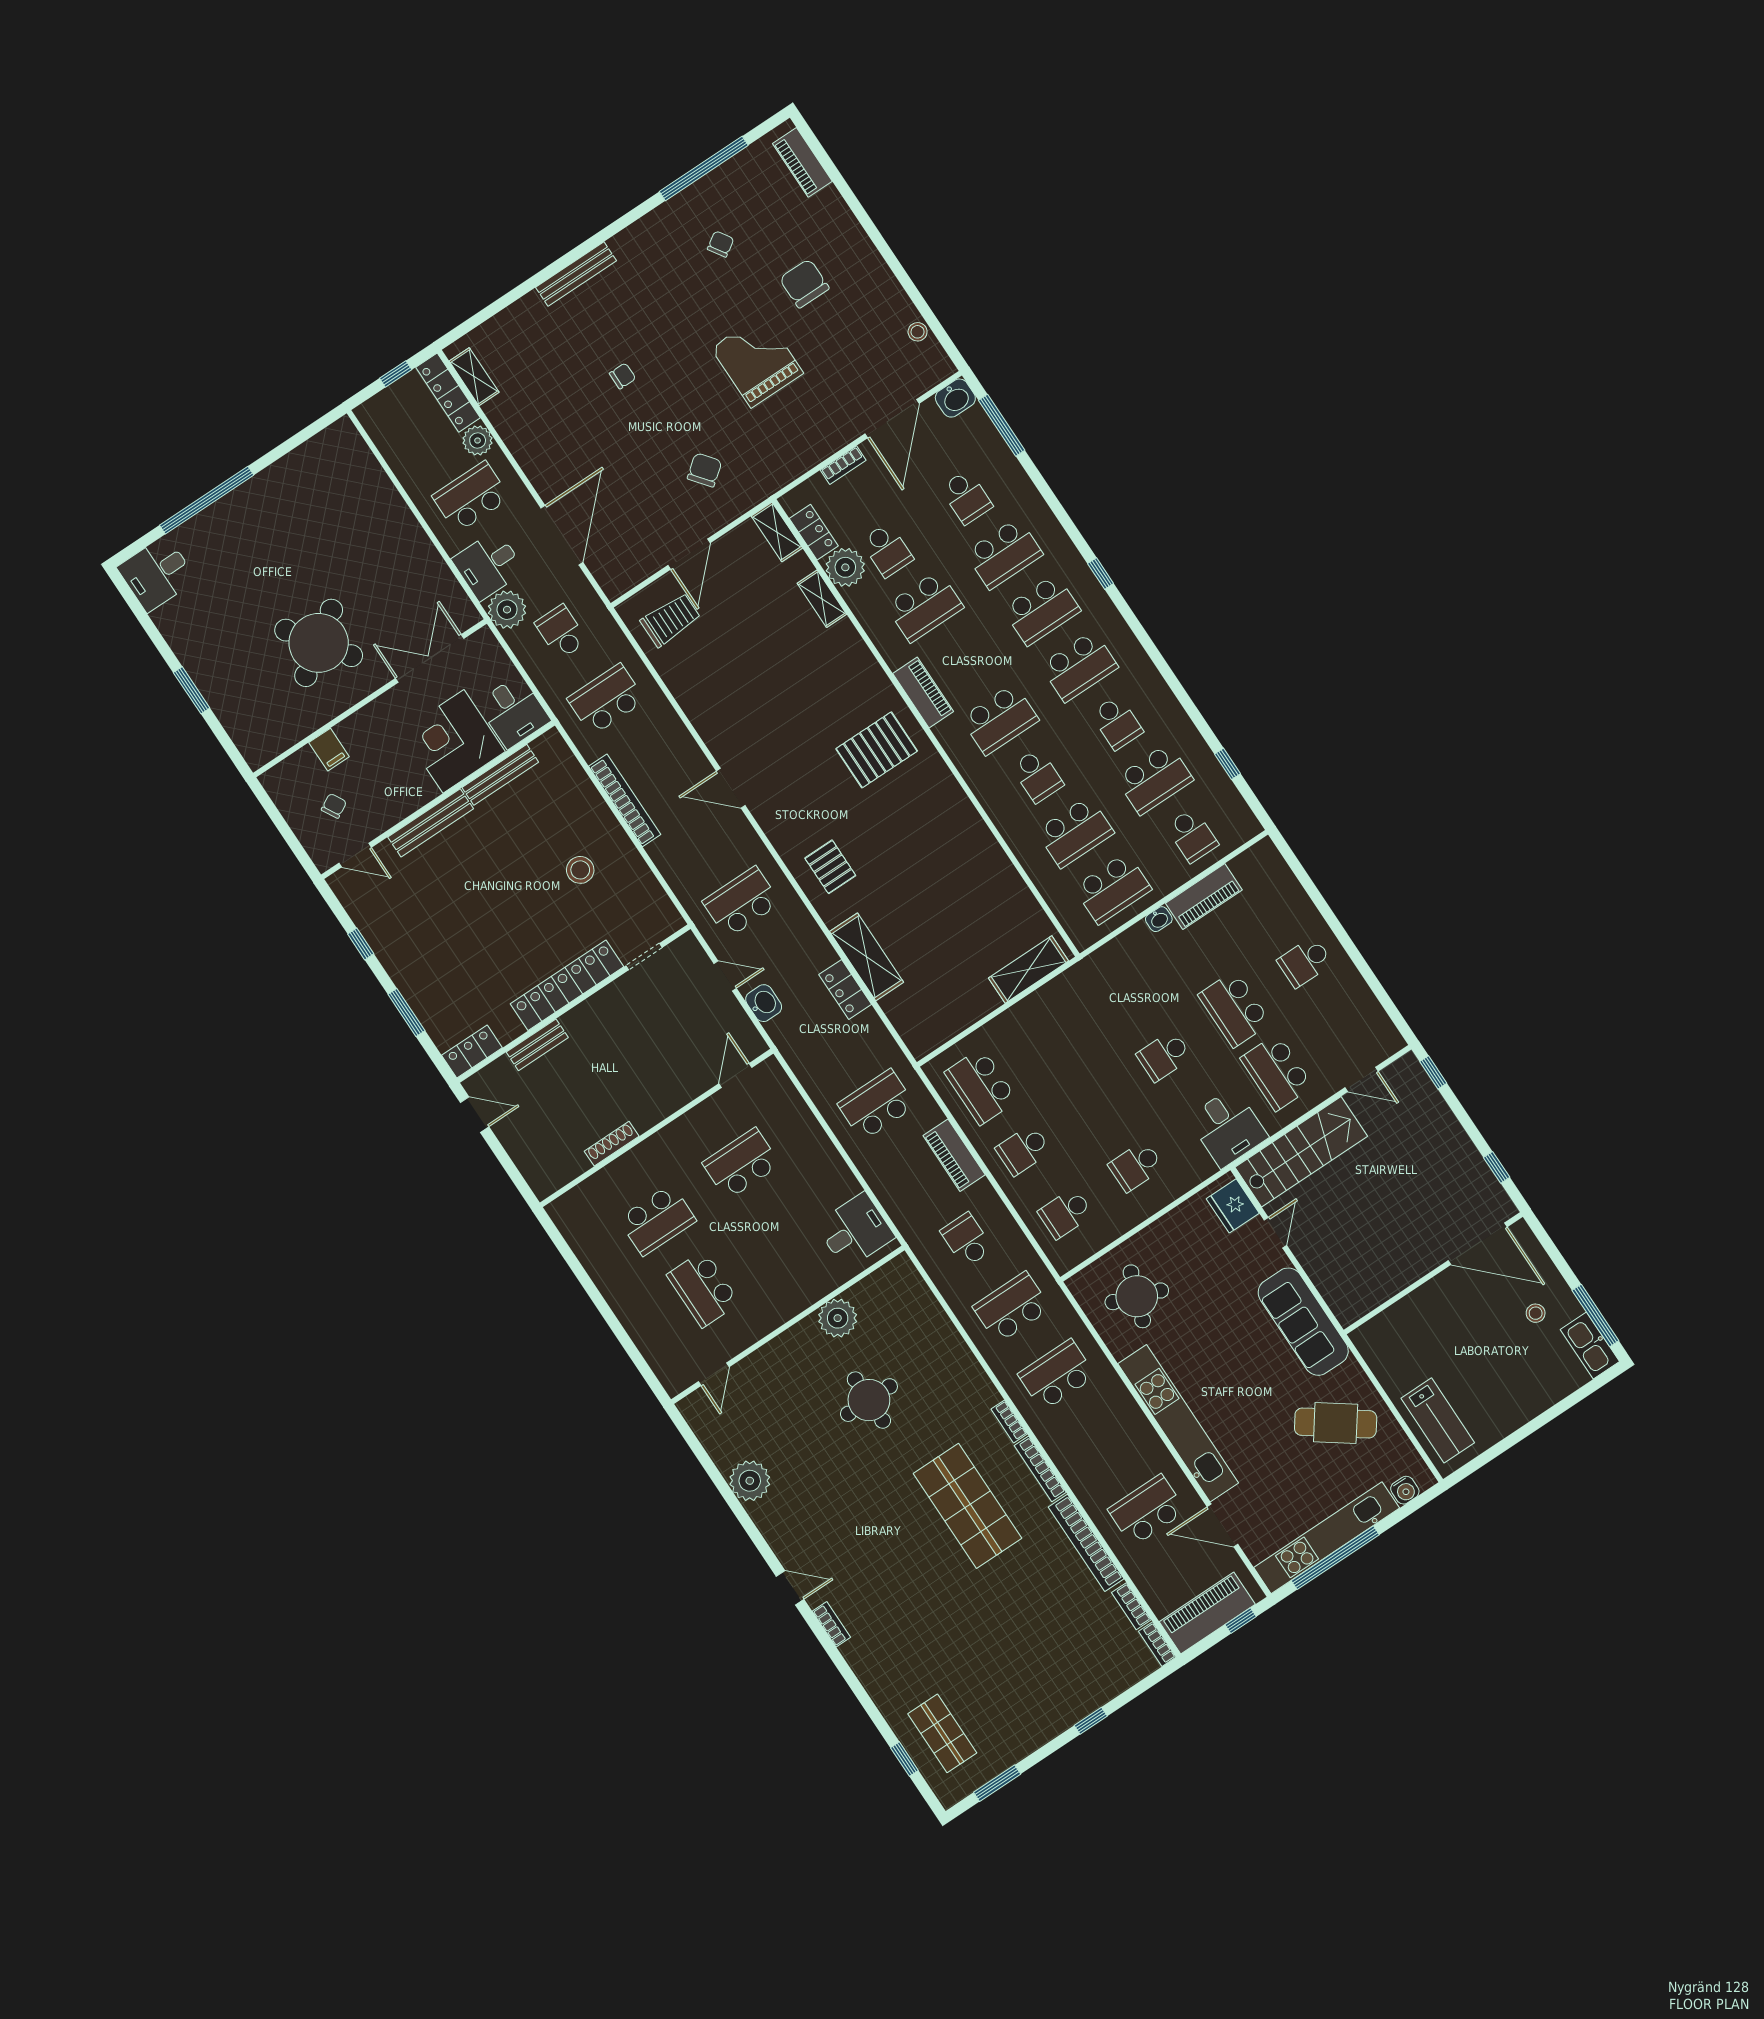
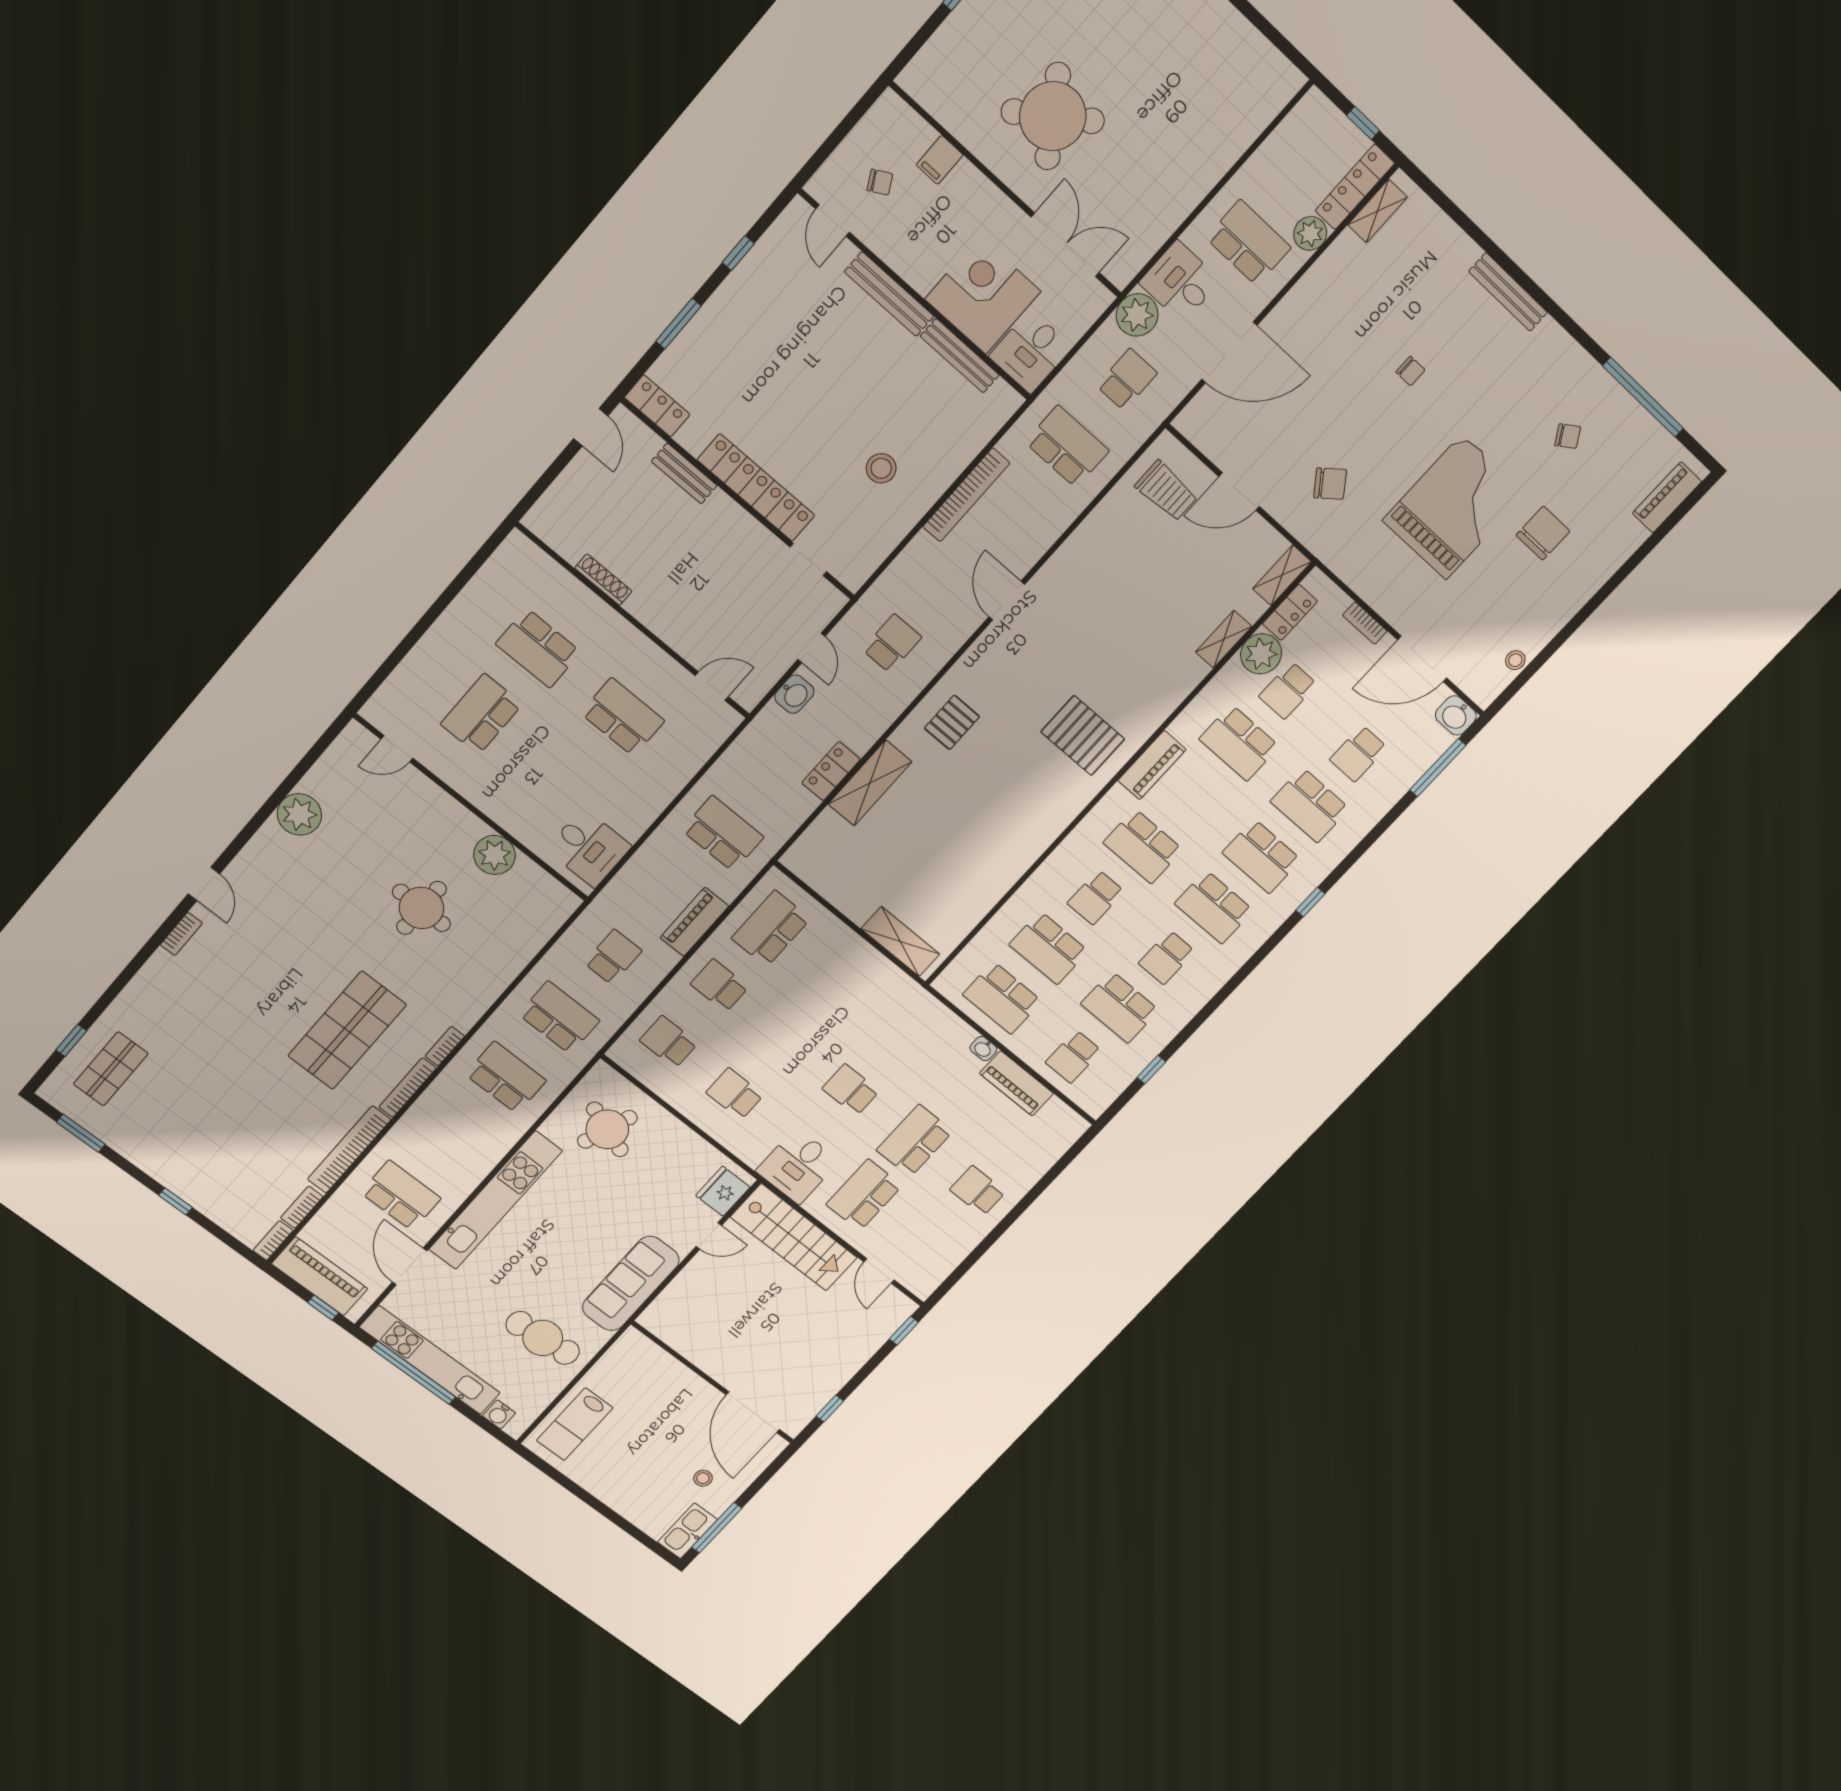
grand piano: (757, 361) -> (1454, 507), width x1.37, depth x1.48
school desk: (741, 902) -> (892, 643), width x0.54
cafe table: (1336, 1423) -> (543, 1338), turned -41

